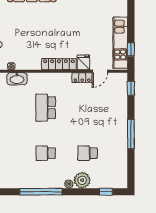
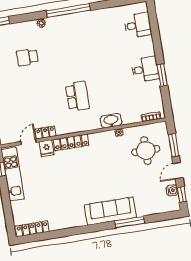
school desk: (46, 153) -> (70, 50), removed
school desk: (88, 153) -> (27, 57), turned 180
plant: (82, 180) -> (28, 29), removed

